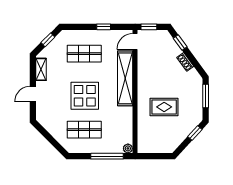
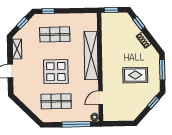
window: (104, 27) -> (48, 11), moved
door: (135, 41) -> (101, 98), moved
rug: (164, 107) -> (135, 75), moved

